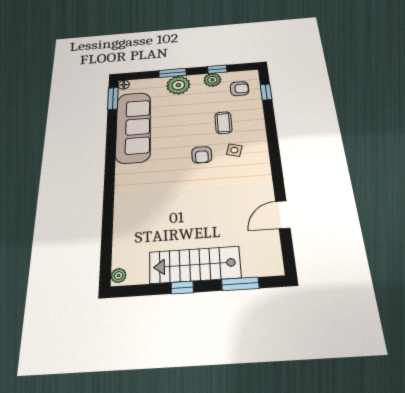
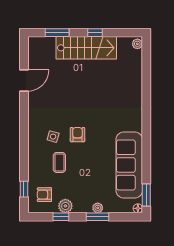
plant: (178, 85) -> (98, 208), width x0.53, depth x0.53

